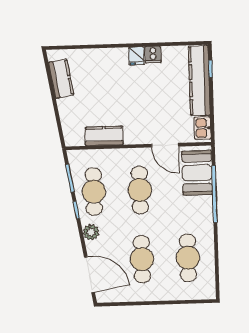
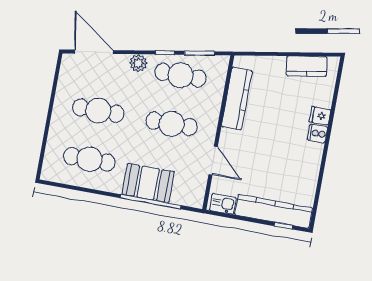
cooker: (153, 55) -> (318, 133), moved
fridge: (136, 56) -> (320, 116), moved
kitchen counter: (104, 136) -> (237, 99), width x1.50
door: (165, 145) -> (213, 161), swing flipped
booth: (197, 173) -> (148, 183), moved
door: (89, 275) -> (94, 52), swing flipped

